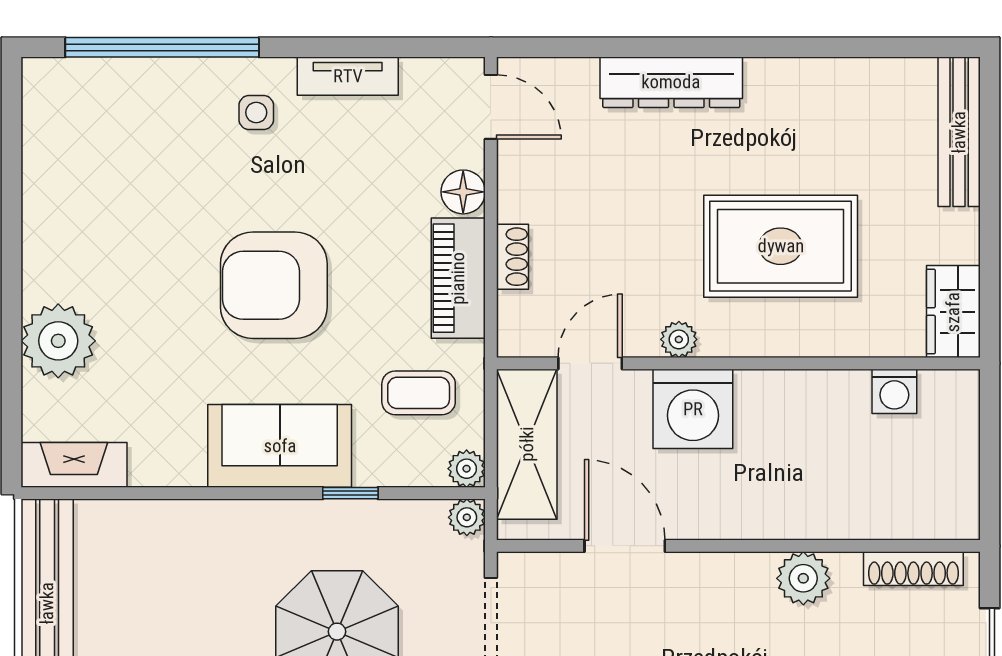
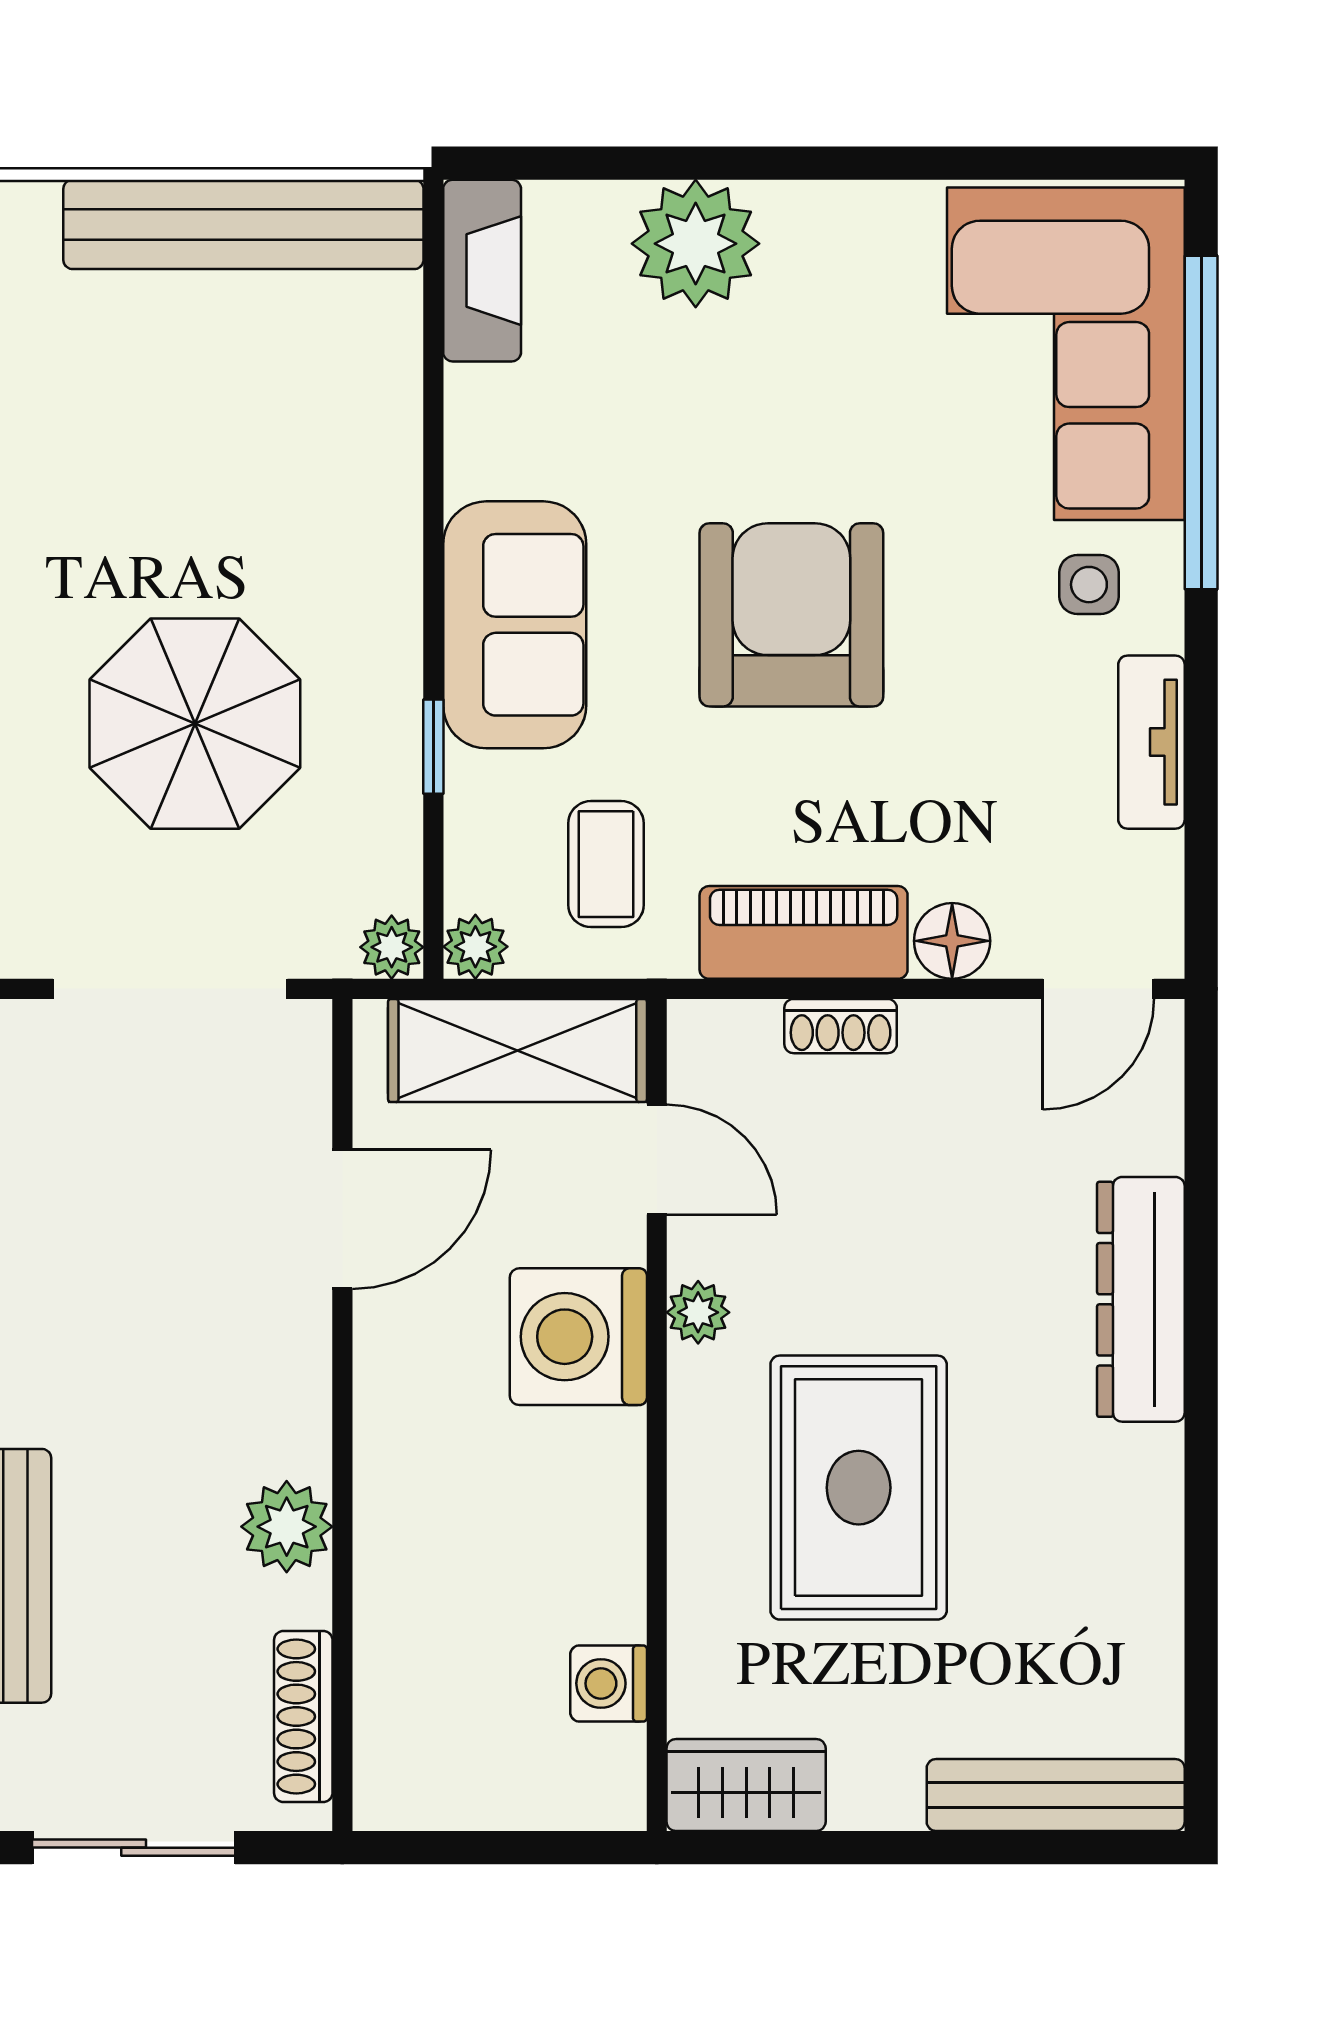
corner sofa: (122, 126) -> (1066, 354), added

